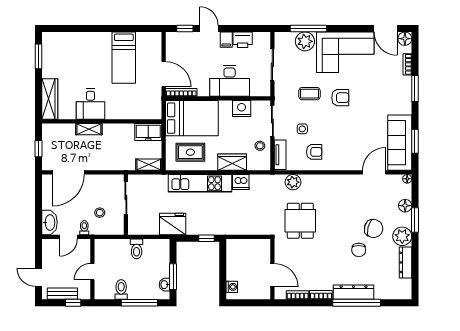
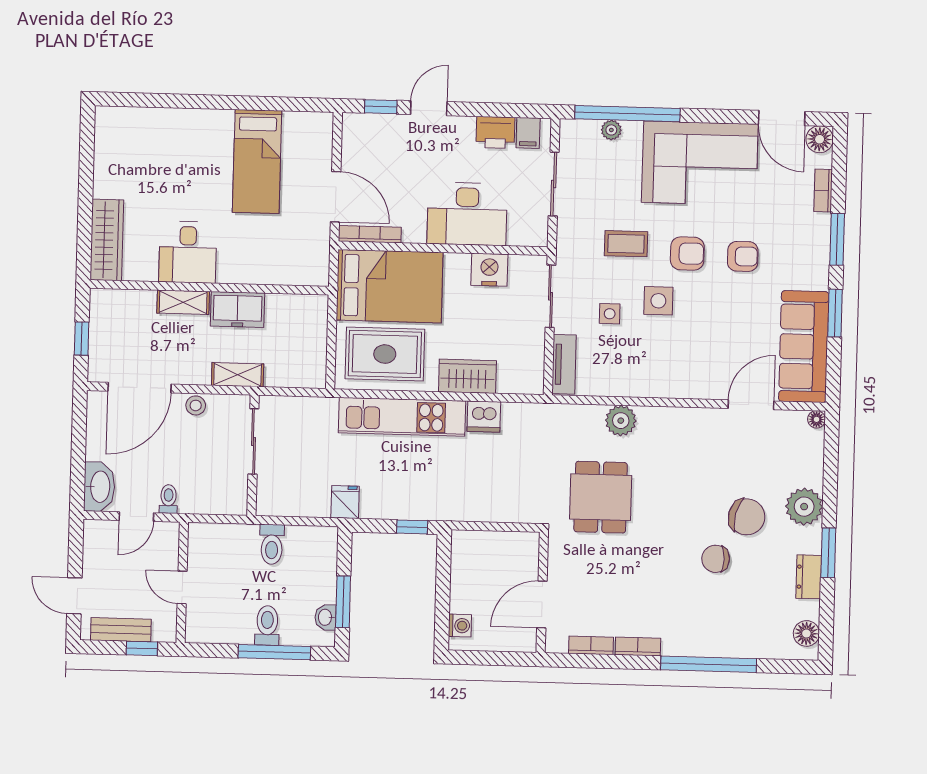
door: (209, 29) -> (429, 108), hinge flipped
window: (308, 29) -> (627, 114), width x1.46
filing cabinet: (226, 40) -> (528, 133), moved
plant: (305, 41) -> (611, 130), width x0.53, depth x0.53
window: (39, 56) -> (87, 154), removed
side table: (326, 122) -> (658, 301), added
freezer: (148, 132) -> (238, 310), moved
window: (415, 141) -> (835, 313), moved
stool: (260, 146) -> (524, 345), removed
rug: (190, 152) -> (385, 354), width x1.36, depth x1.43
armchair: (314, 152) -> (743, 256), moved
shelving: (149, 165) -> (238, 375), moved
plant: (293, 182) -> (621, 421), moved
floor lamp: (405, 206) -> (806, 633), moved
stool: (100, 213) -> (196, 405), moved
window: (415, 220) -> (828, 553), moved
fridge: (173, 224) -> (345, 502), width x0.53, depth x0.75
plant: (402, 236) -> (804, 507), moved
chair: (359, 250) -> (716, 559), turned 90
dresser: (405, 262) -> (809, 577), width x0.70
door: (92, 272) -> (182, 587), hinge flipped
door: (272, 275) -> (542, 604), swing flipped
toilet: (121, 290) -> (267, 625), moved
dresser: (354, 292) -> (703, 643), removed

